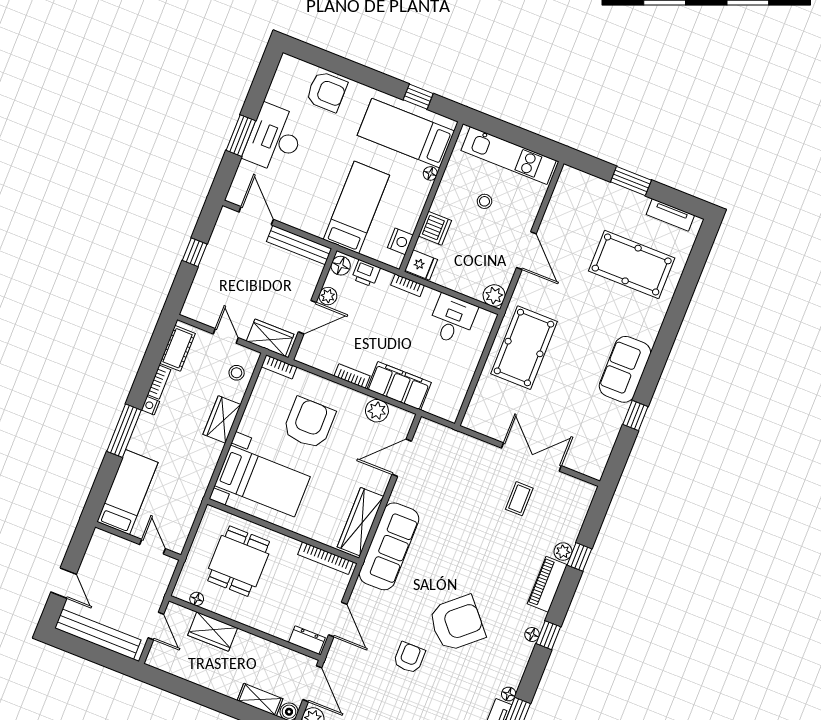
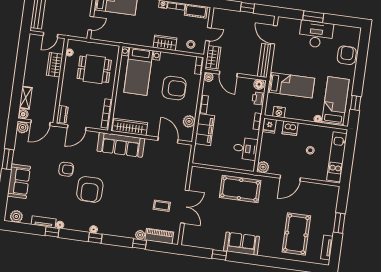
armchair: (327, 92) -> (347, 55), turned 180
door: (256, 216) -> (274, 35), swing flipped
plant: (328, 296) -> (209, 77), moved
piano: (547, 584) -> (159, 236), moved
armchair: (457, 623) -> (90, 189), turned 41

